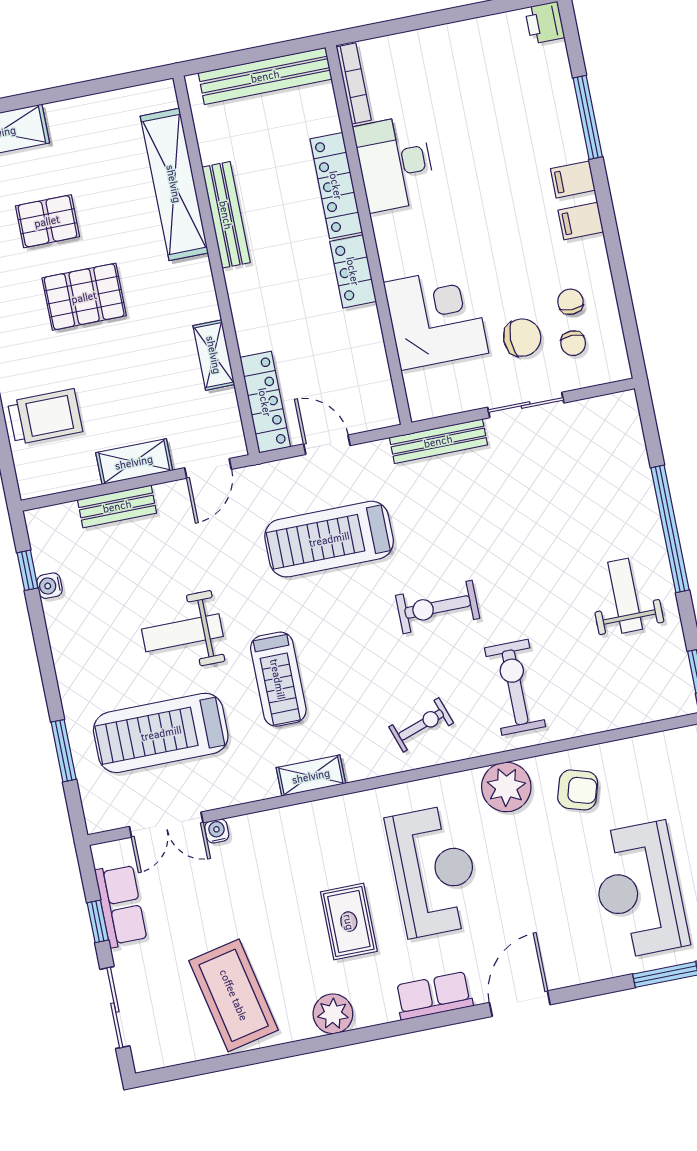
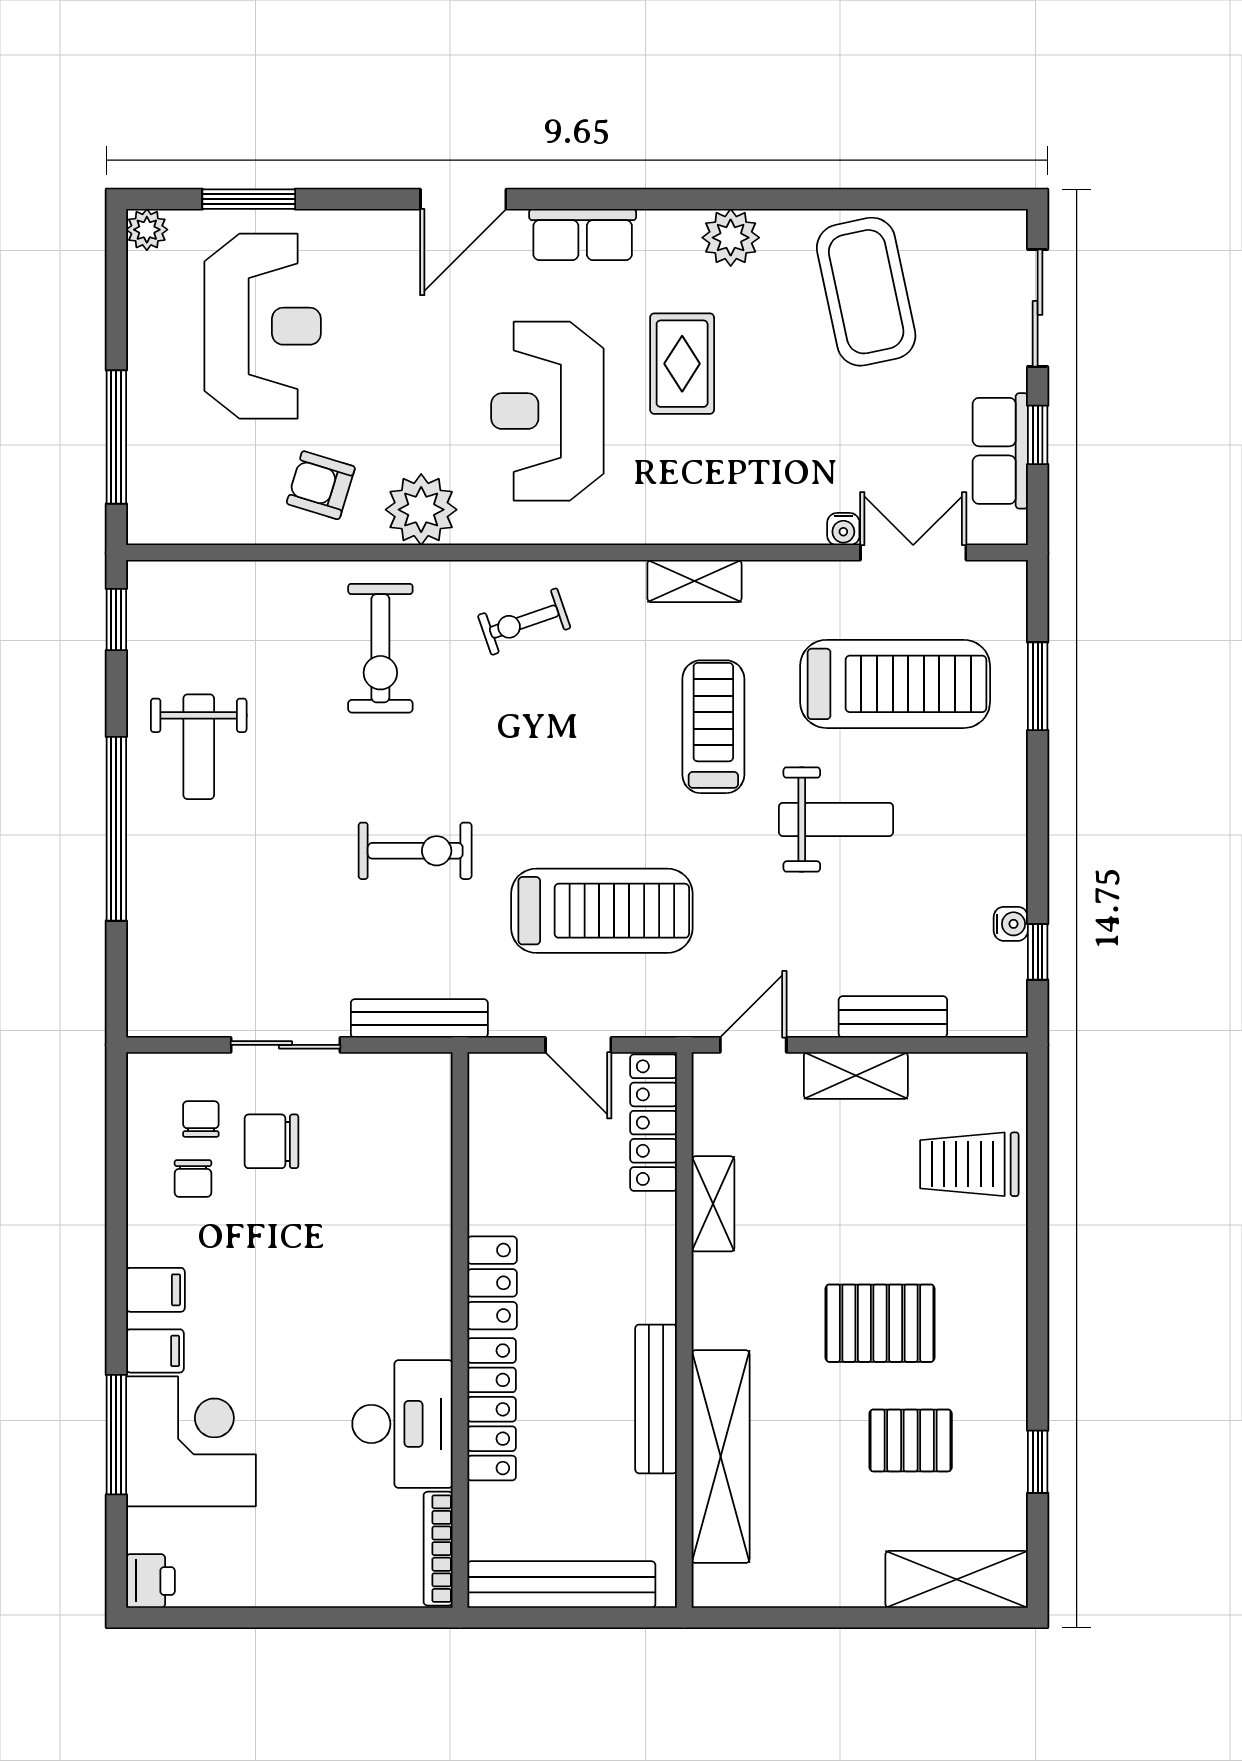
corner desk: (436, 318) -> (191, 1441), moved, turned 180
exercise bike: (438, 607) -> (415, 851), moved

